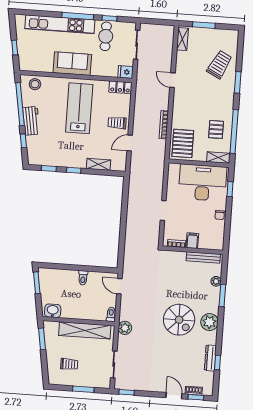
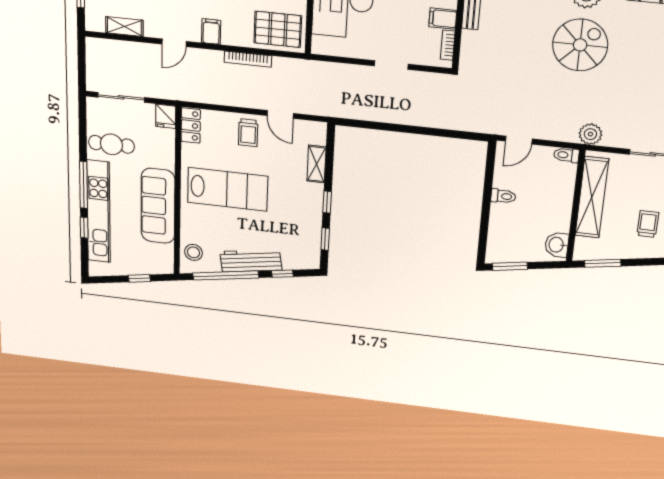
window: (110, 18) -> (84, 228), moved
shelving: (182, 39) -> (124, 27), moved
sofa: (72, 64) -> (158, 206), width x1.36
filing cabinet: (180, 103) -> (211, 32), added
lab bench: (79, 108) -> (228, 189), turned 180
workbench: (31, 121) -> (251, 261), width x1.38

